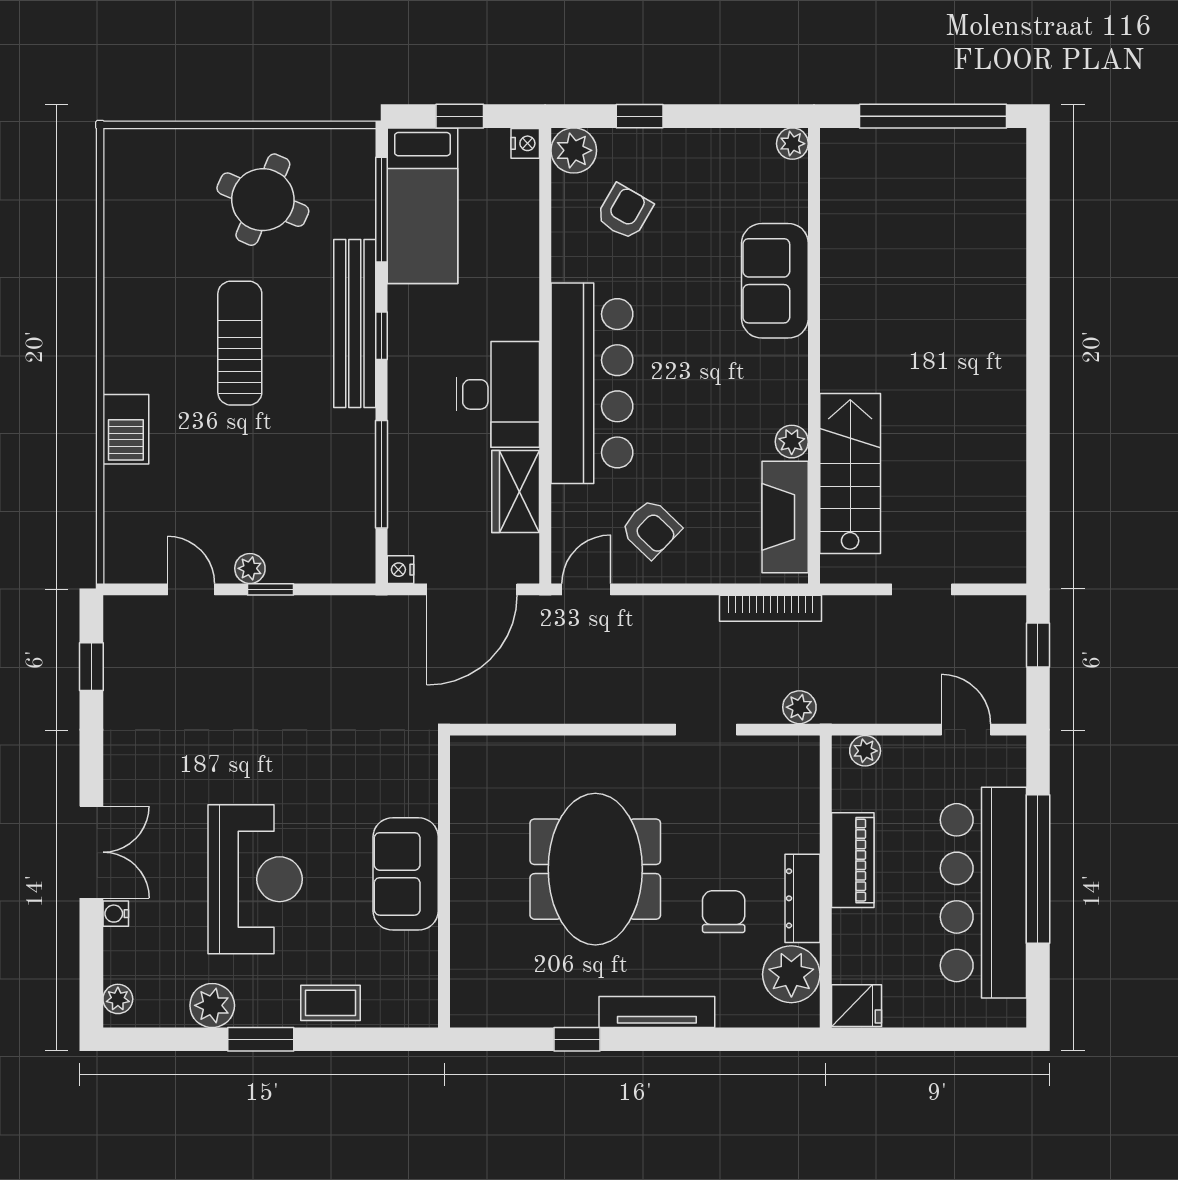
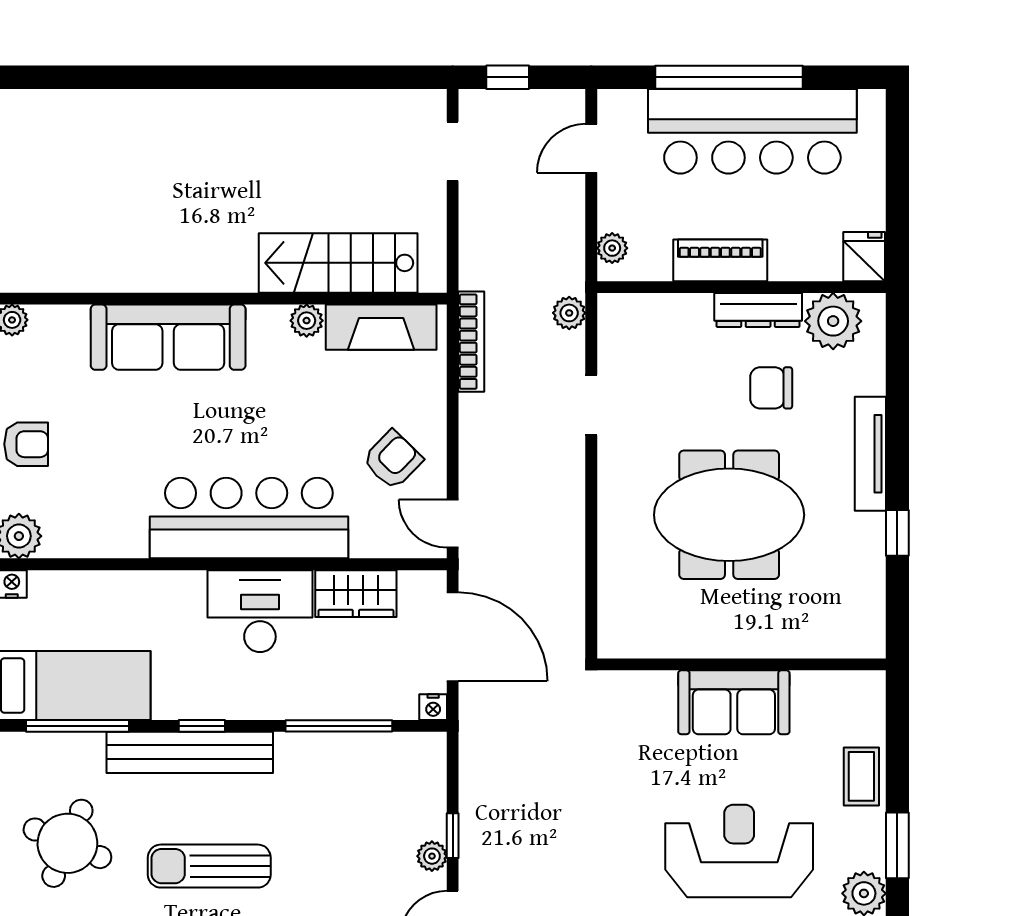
armchair: (624, 212) -> (26, 444), moved, turned 150
sofa: (775, 281) -> (168, 337), width x1.36
doorway: (922, 589) -> (453, 151), moved

